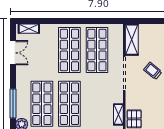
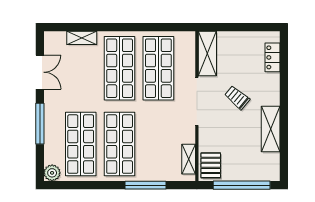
shelving: (29, 29) -> (82, 38), moved
window: (13, 103) -> (40, 124), moved

